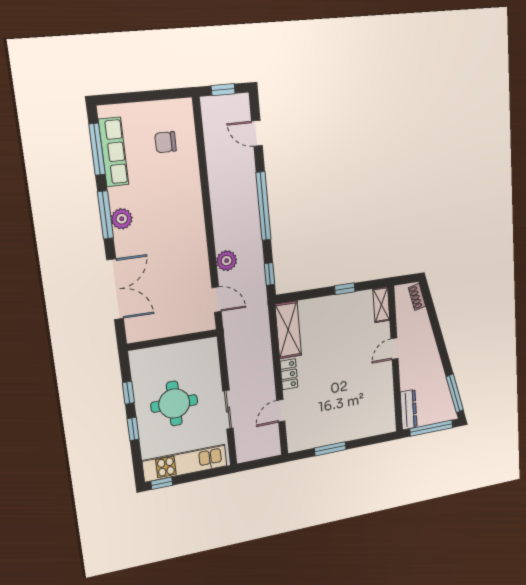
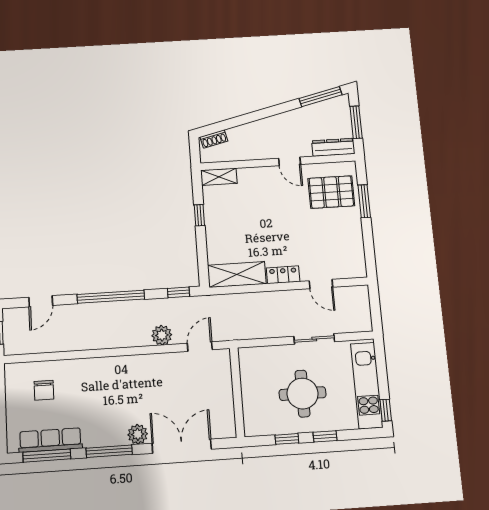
plant: (122, 219) -> (138, 434), moved
door: (395, 349) -> (290, 161), moved
pallet: (367, 412) -> (331, 192), added
window: (431, 428) -> (356, 122), width x0.69
window: (330, 449) -> (364, 201), moved

